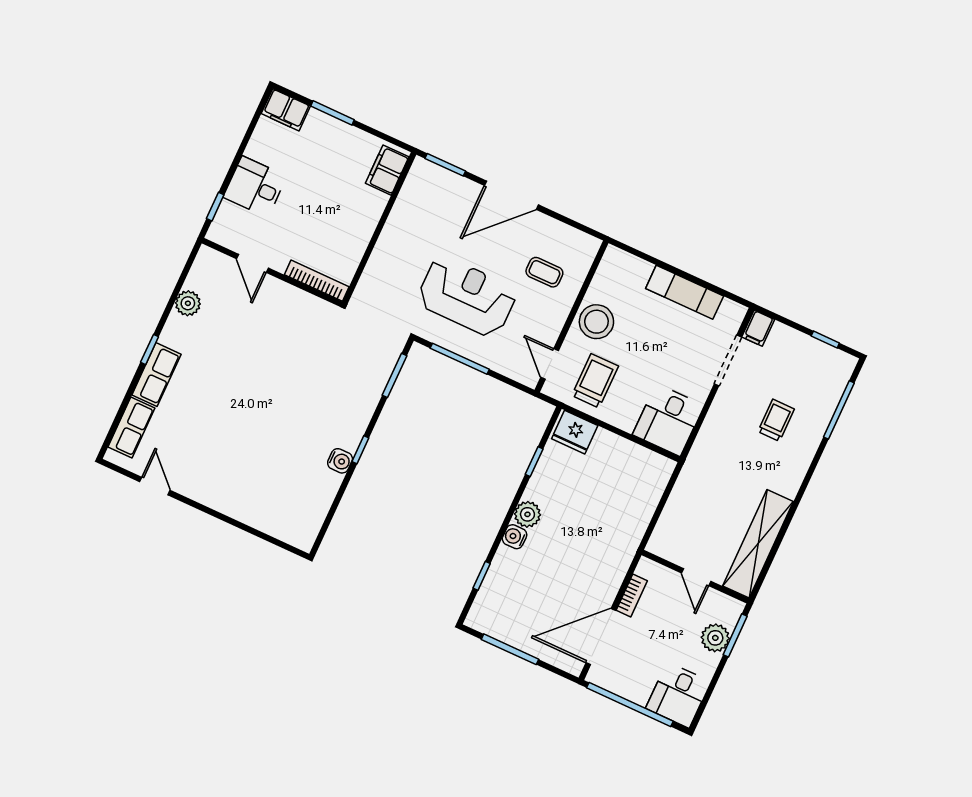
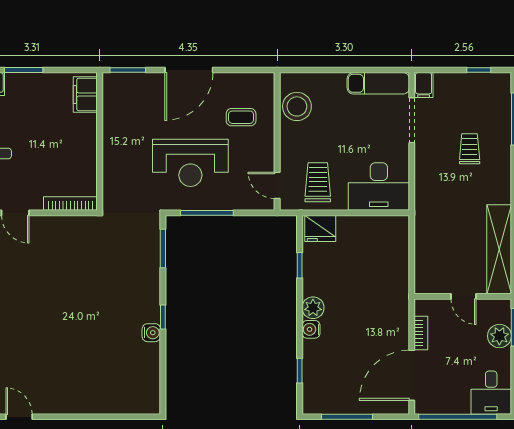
exam couch: (685, 292) -> (378, 83), moved
reception desk: (467, 296) -> (190, 163), turned 180
stool: (596, 322) -> (297, 106), moved
desk: (668, 420) -> (379, 186), width x1.37

